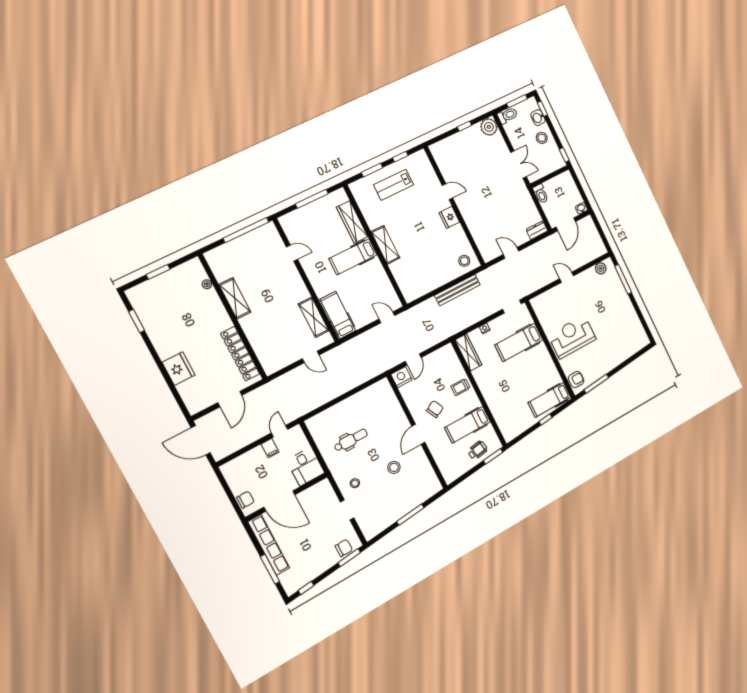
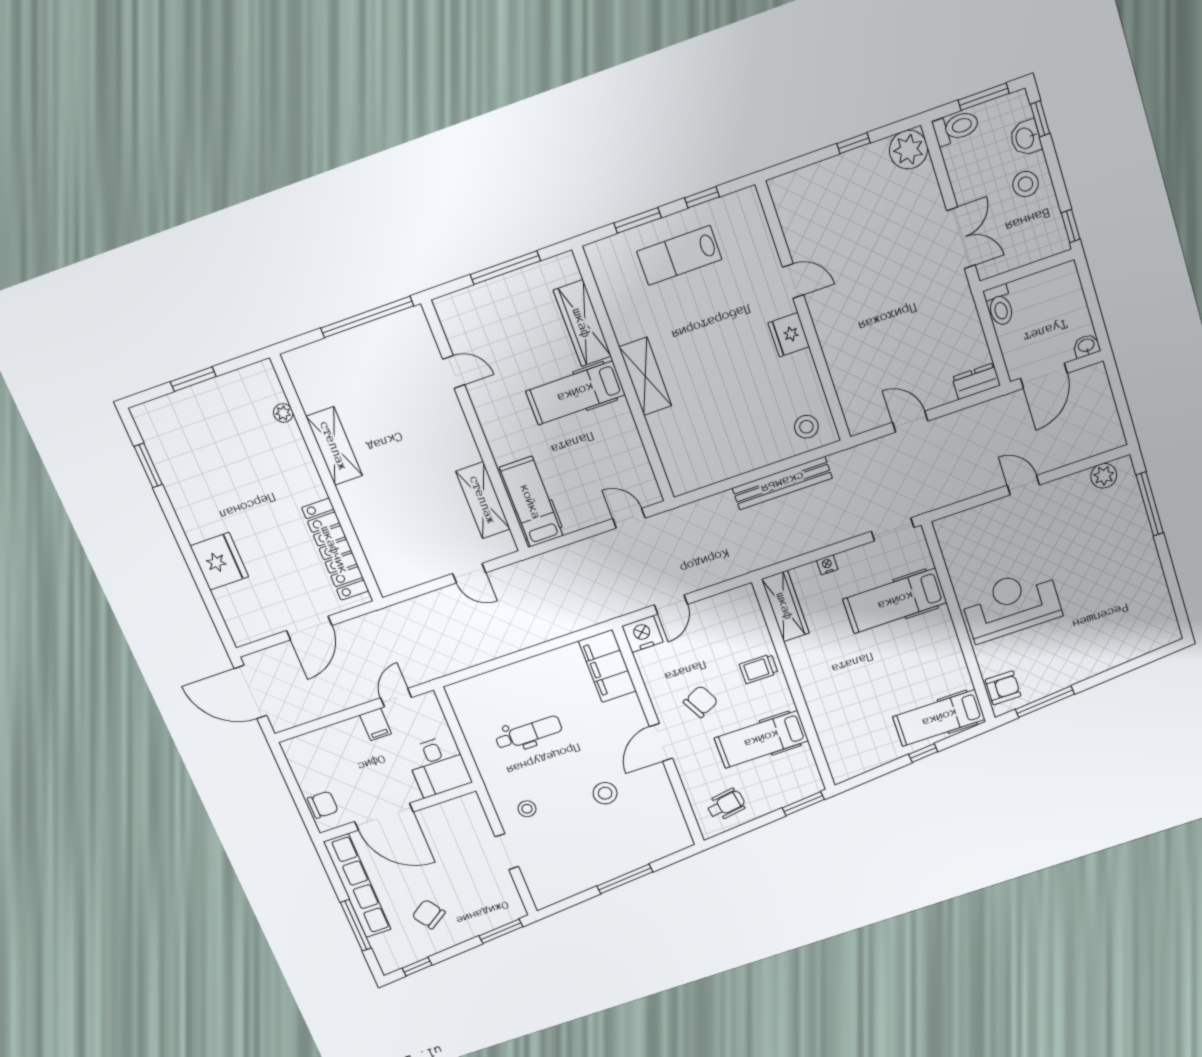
filing cabinet: (386, 397) -> (607, 666), added
wheelchair: (477, 450) -> (726, 805), moved
chair: (344, 548) -> (429, 914), moved, turned -124

